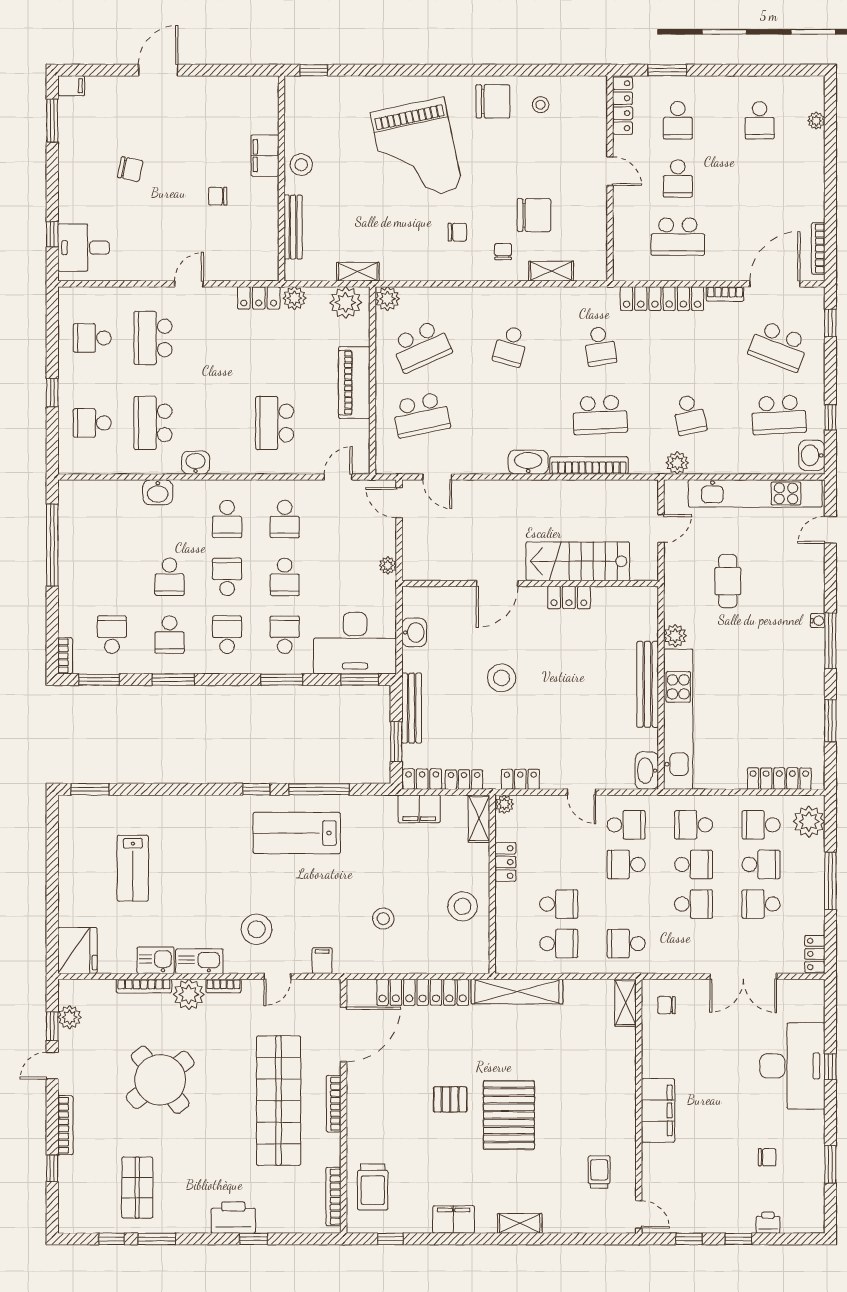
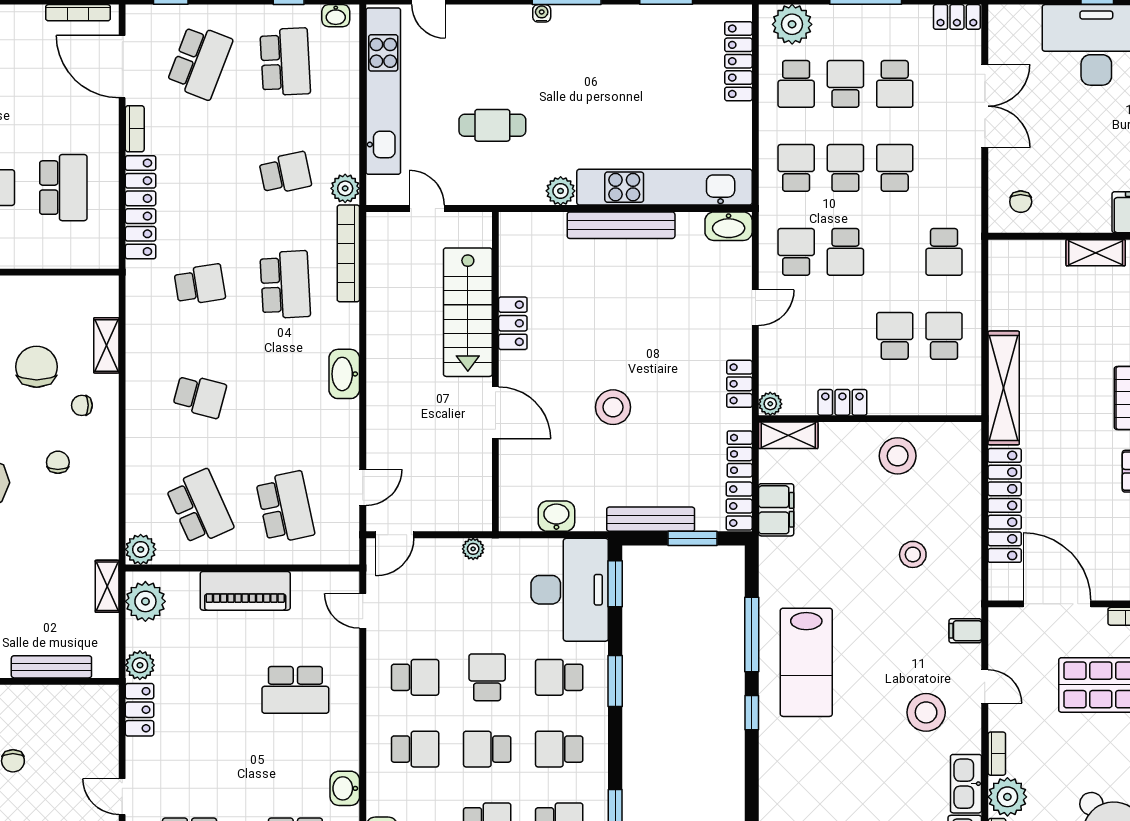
washbasin: (812, 455) -> (336, 16), width x0.72, depth x0.69
bookcase: (589, 465) -> (348, 253), moved
school desk: (285, 577) -> (487, 677), turned -90
school desk: (694, 825) -> (796, 168), turned 180
shelving: (626, 1003) -> (1096, 253), moved

